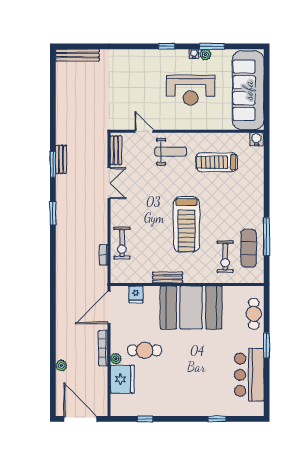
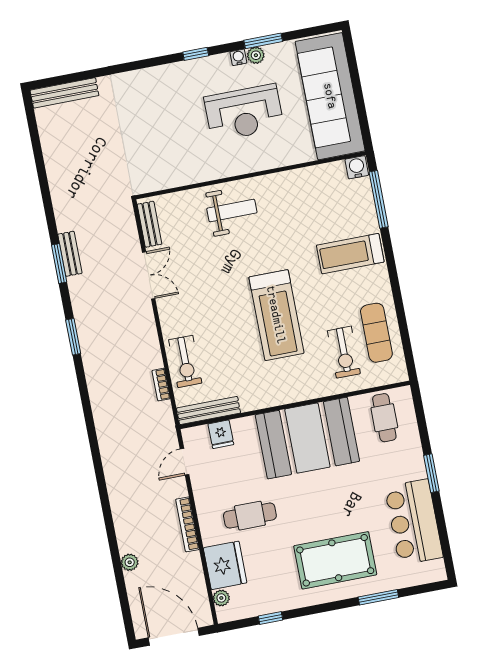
door: (144, 131) -> (186, 188), removed
treadmill: (217, 162) -> (350, 254), moved
window: (267, 237) -> (379, 199), moved
bench: (168, 278) -> (209, 411), moved, width x1.36
door: (109, 307) -> (185, 462), width x0.53
cafe table: (254, 314) -> (384, 418), moved
plant: (116, 359) -> (221, 598), moved
pool table: (194, 390) -> (335, 560), added
window: (217, 419) -> (378, 597), width x1.50

